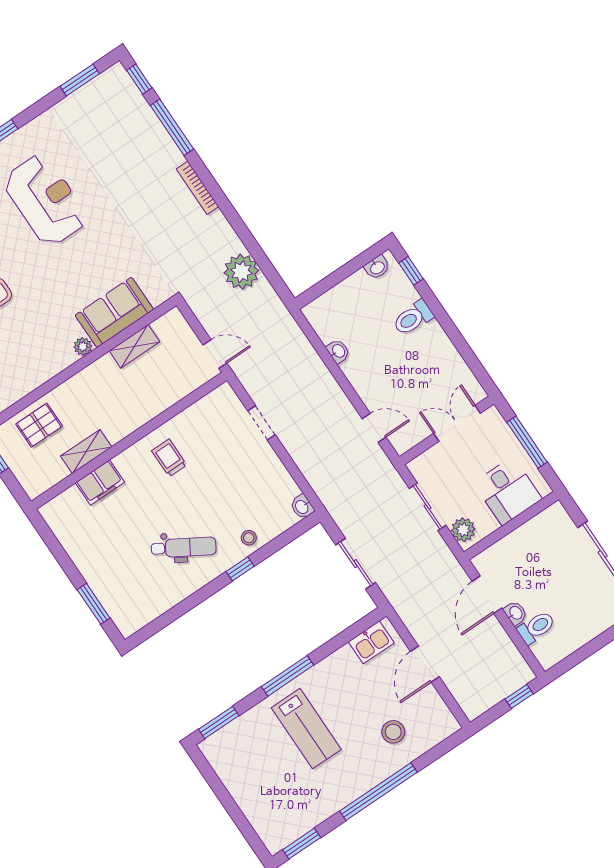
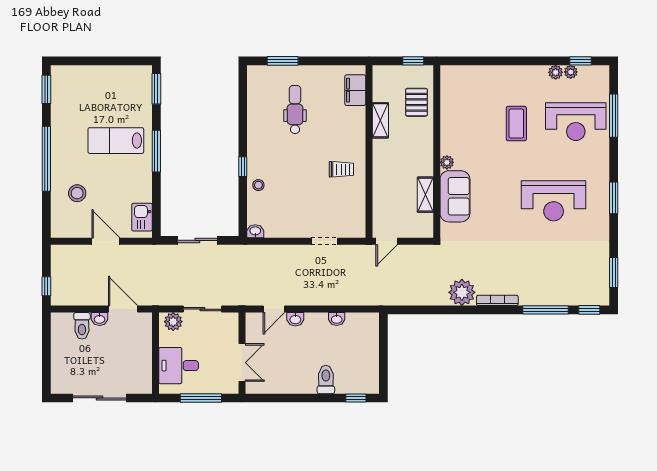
washbasin: (377, 267) -> (295, 319), moved, turned -90
plant: (241, 272) -> (462, 292), moved
filing cabinet: (100, 483) -> (355, 90), moved
dental chair: (184, 547) -> (295, 110), moved, turned 149

